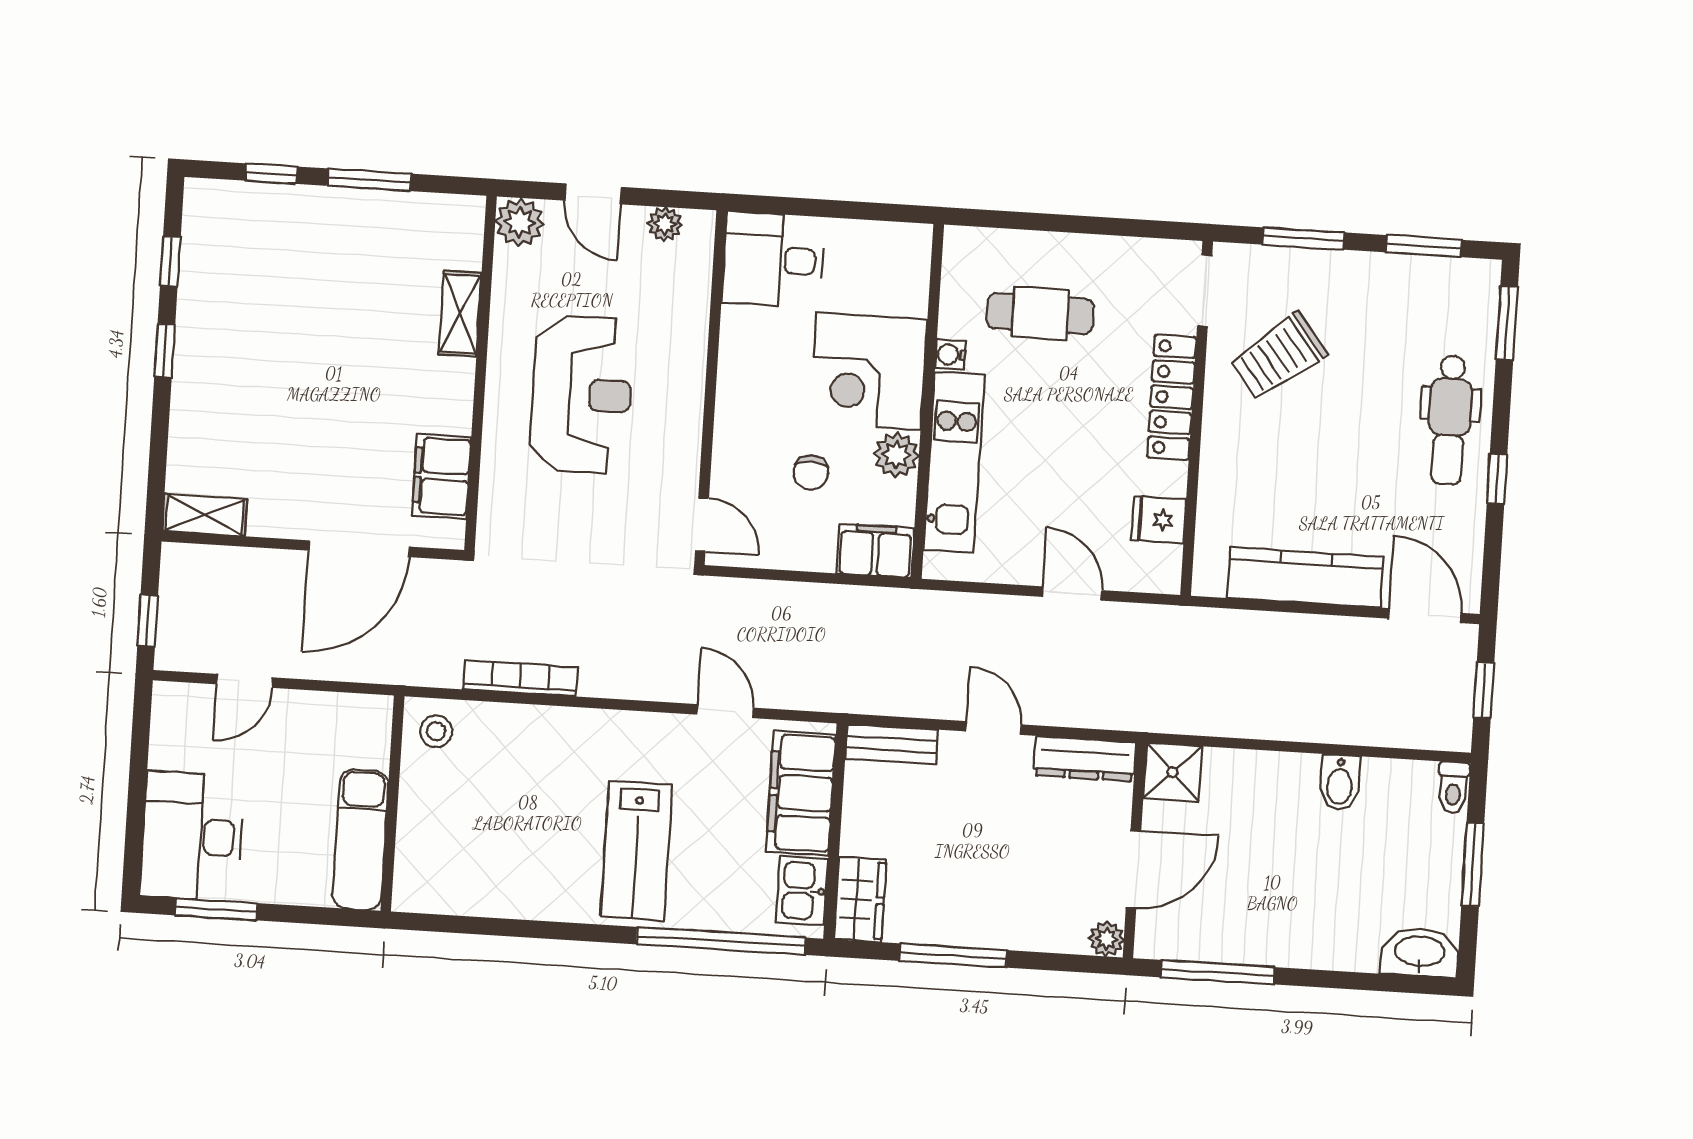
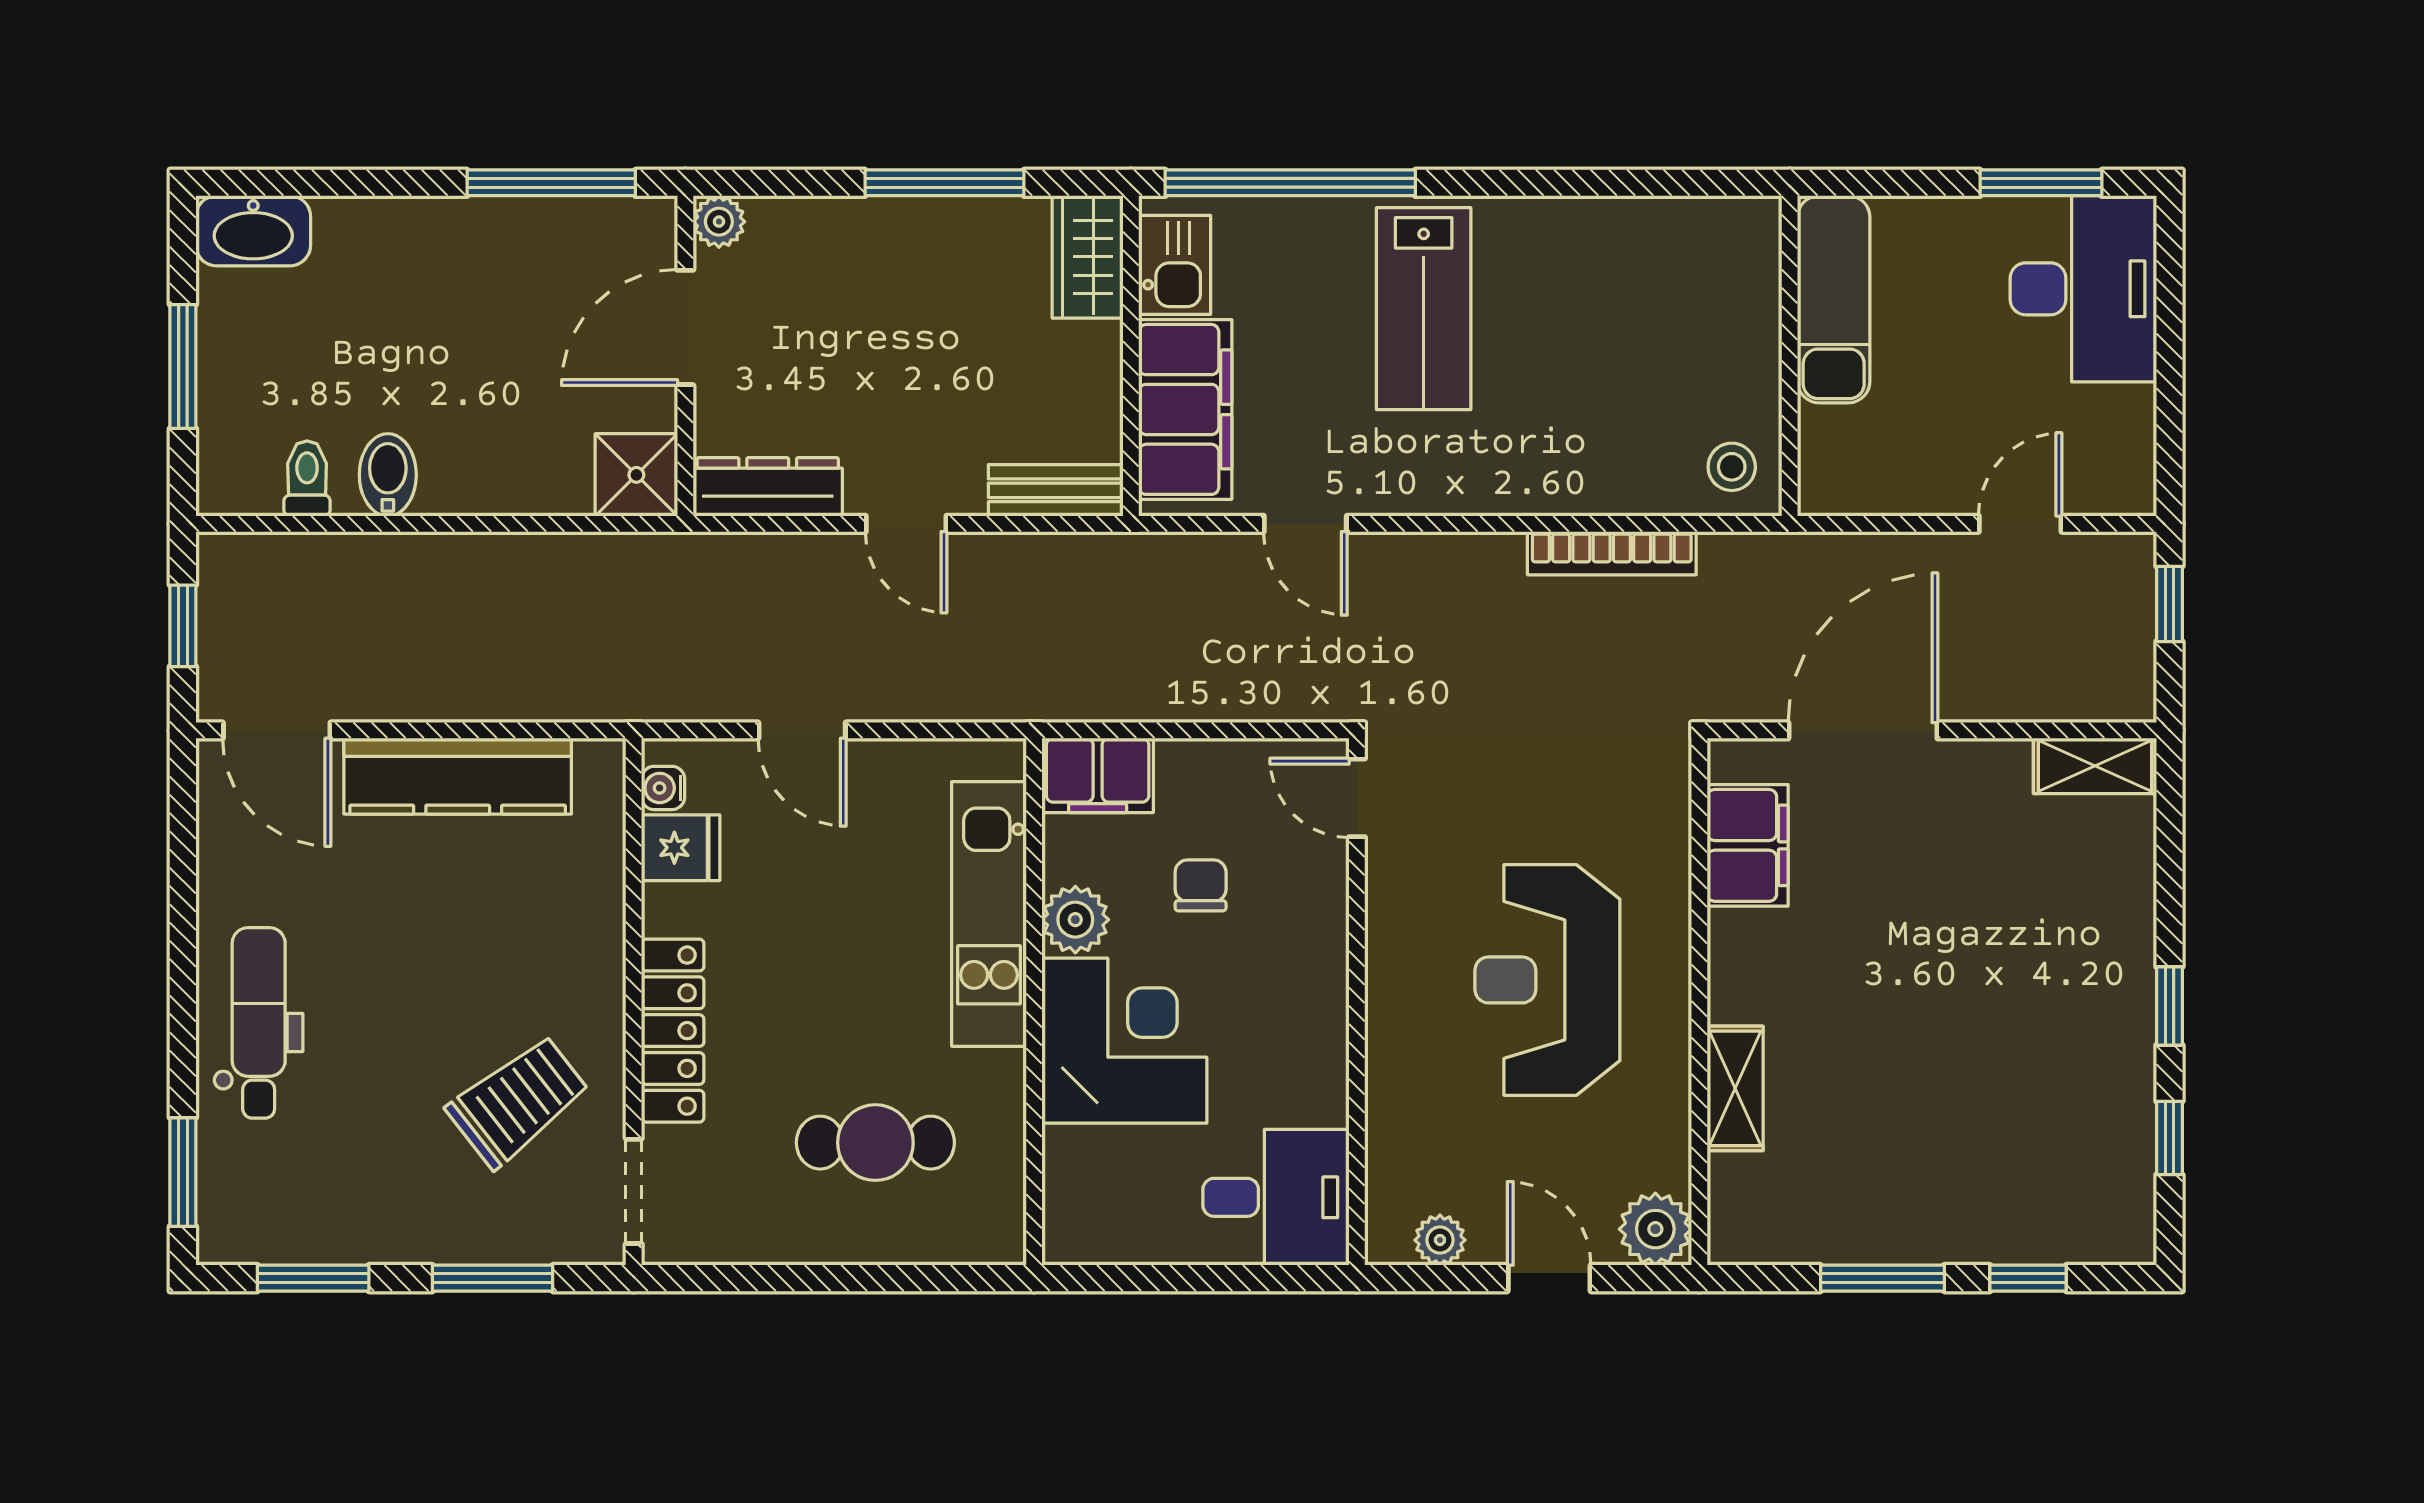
water cooler: (950, 355) -> (663, 788), moved, turned 180
window: (1497, 479) -> (183, 940), removed
toilet: (1453, 788) -> (307, 478), moved
lab bench: (636, 851) -> (1424, 309), turned 180

